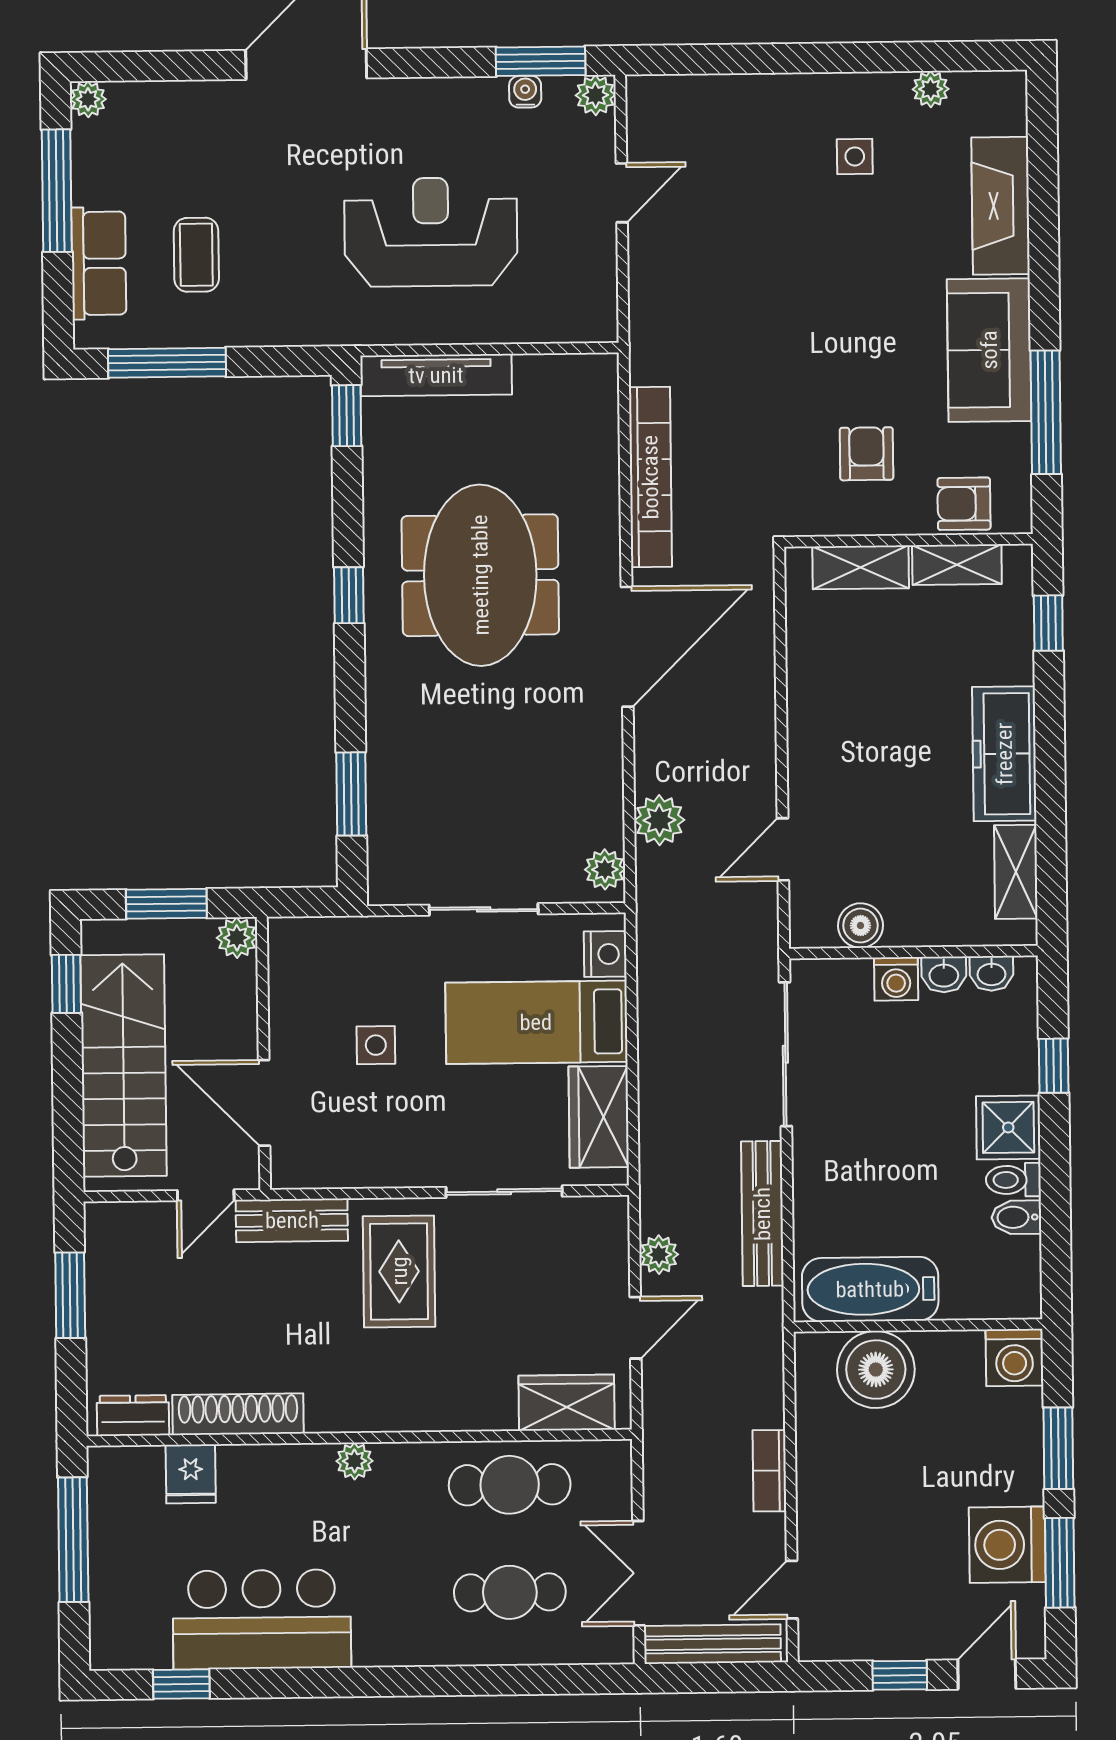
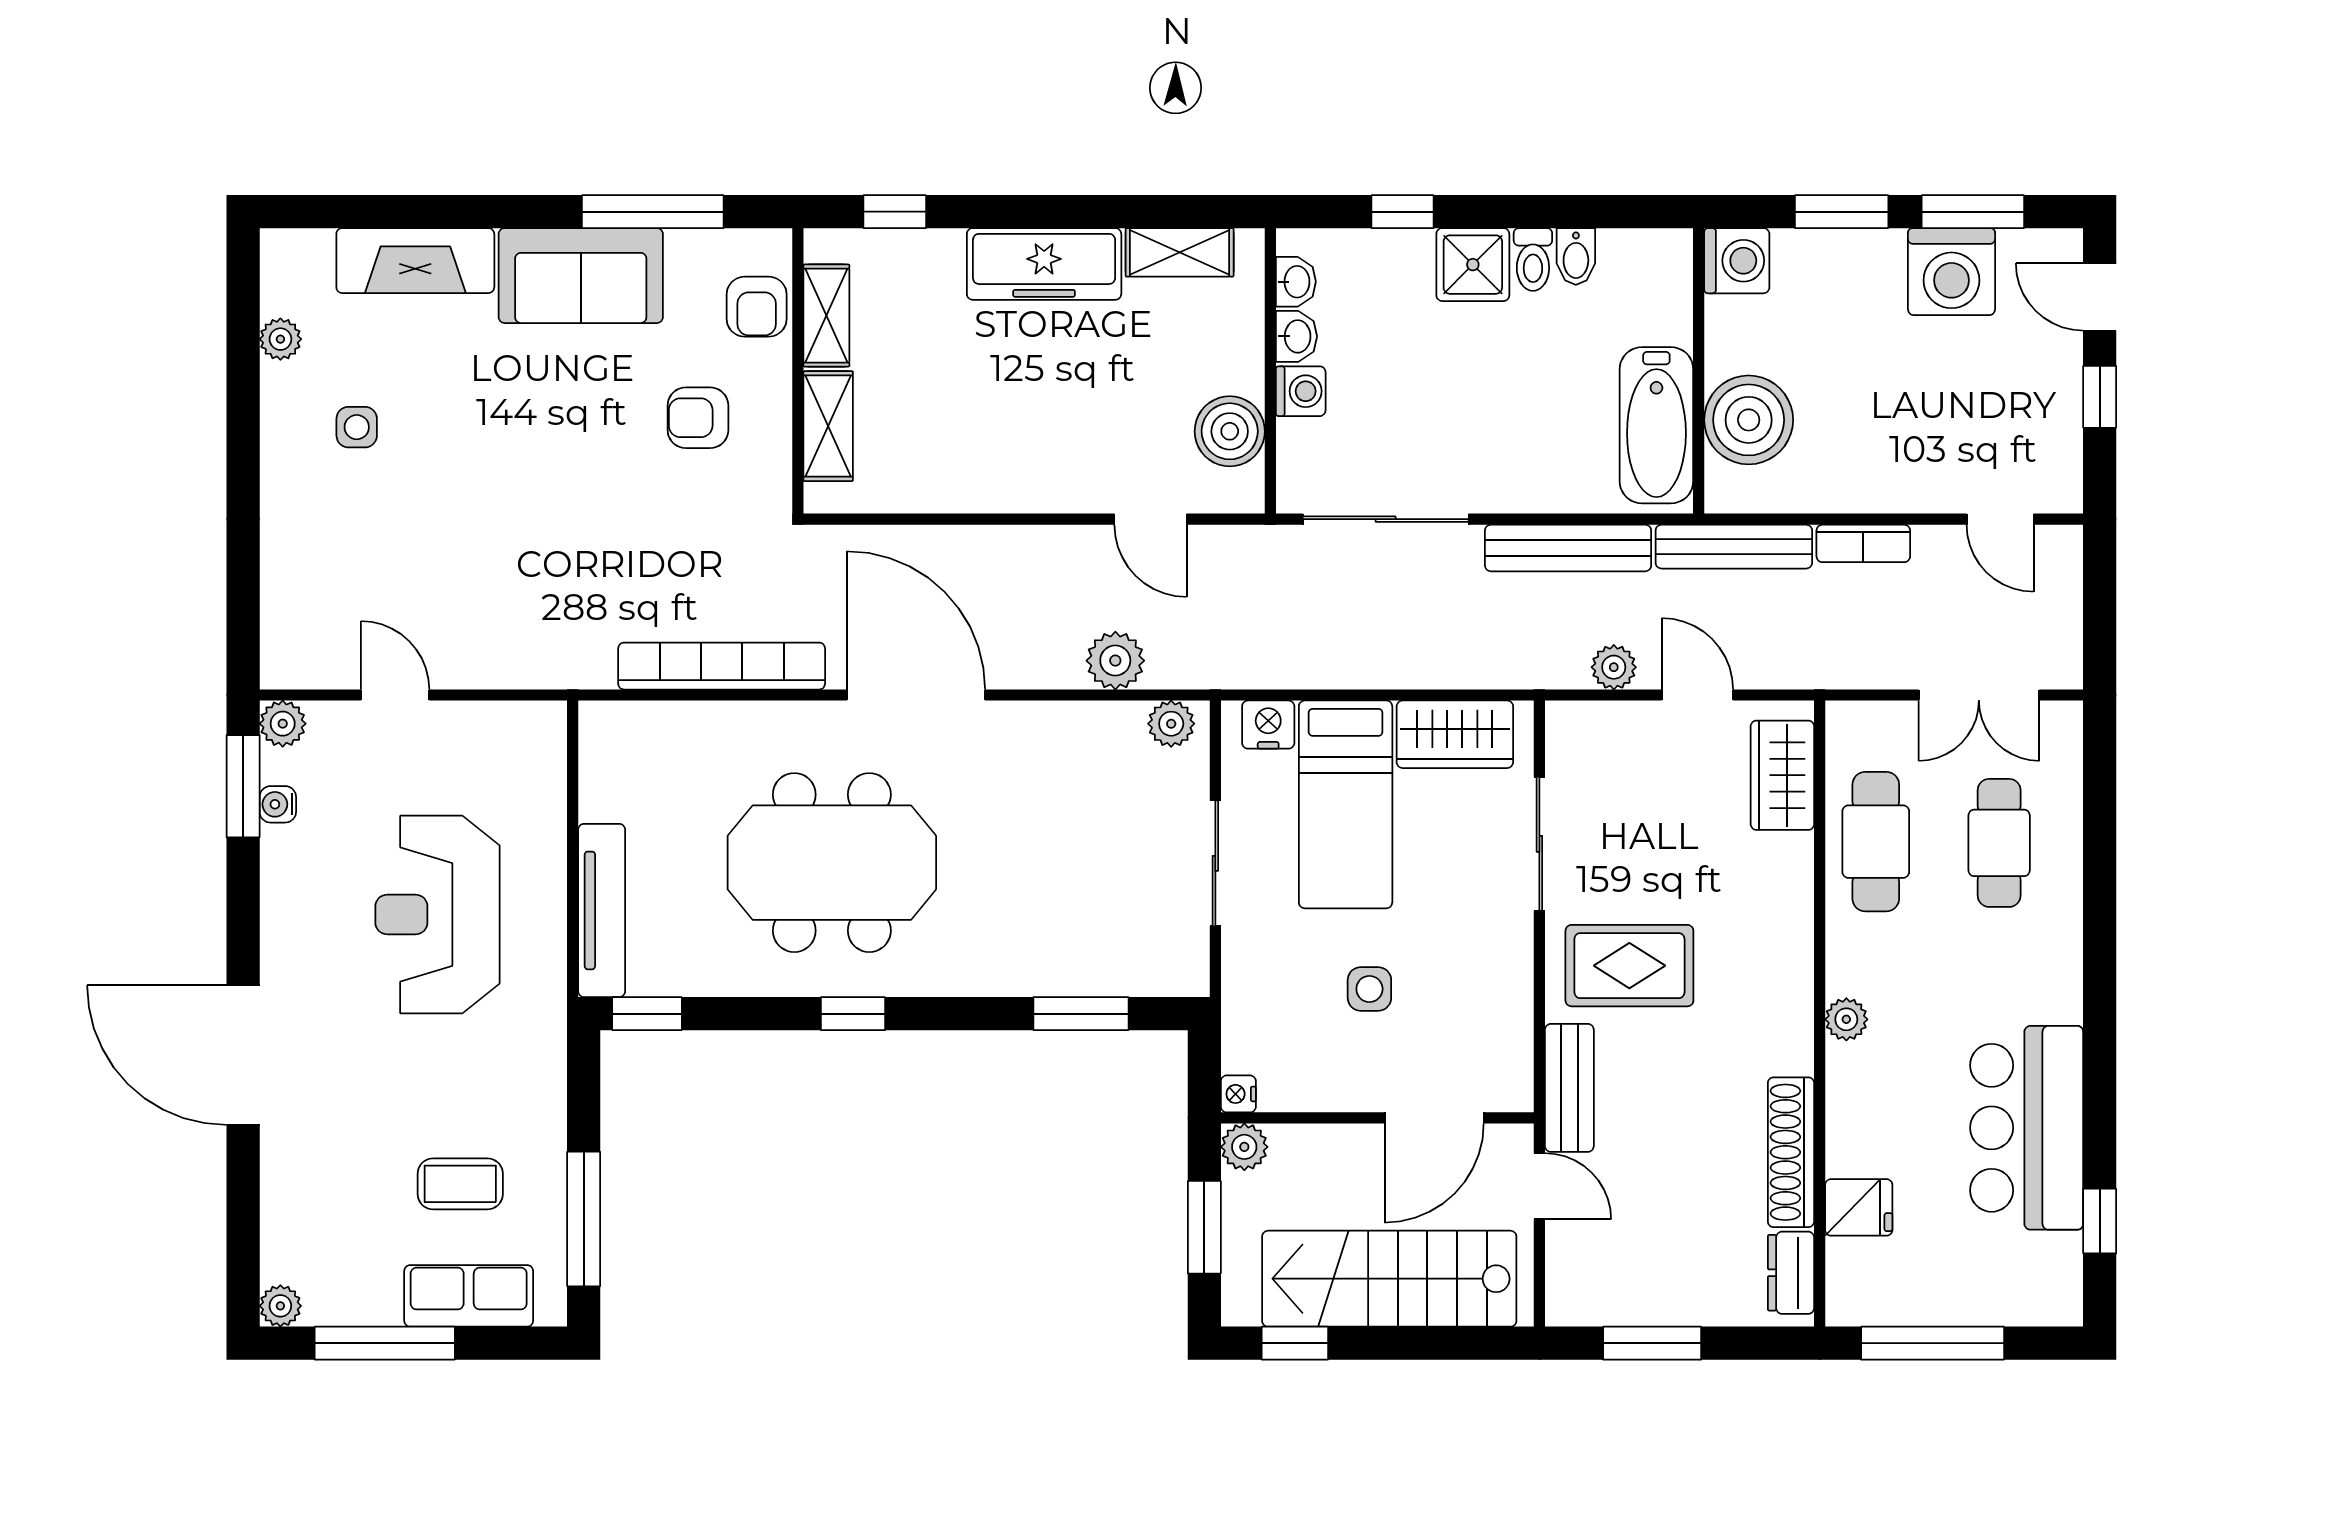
boiler: (860, 926) -> (1230, 431), width x1.36, depth x1.36
nightstand: (283, 932) -> (1238, 1094), added
bench: (712, 1644) -> (1734, 547), moved, turned 90

